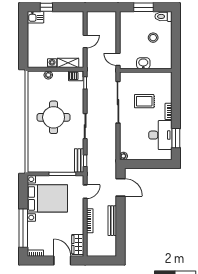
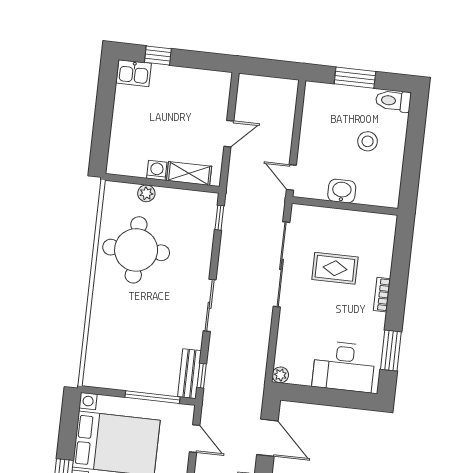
barbecue: (76, 76) -> (202, 201), removed
round table: (54, 117) -> (136, 250), moved
desk: (160, 135) -> (344, 367), moved, turned 90
door: (85, 192) -> (195, 439), hinge flipped

